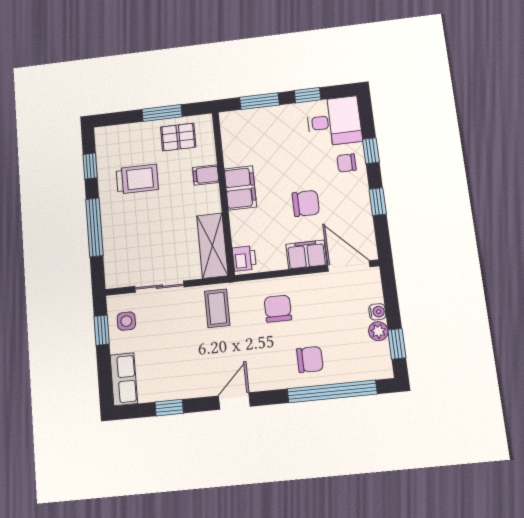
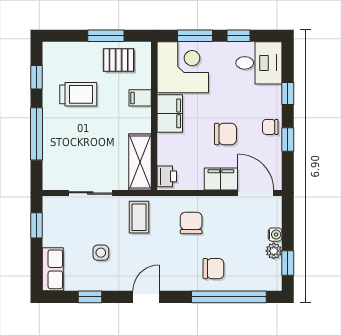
corner desk: (250, 136) -> (183, 67), added
chair: (347, 163) -> (270, 127), moved
side table: (126, 321) -> (101, 253), moved

